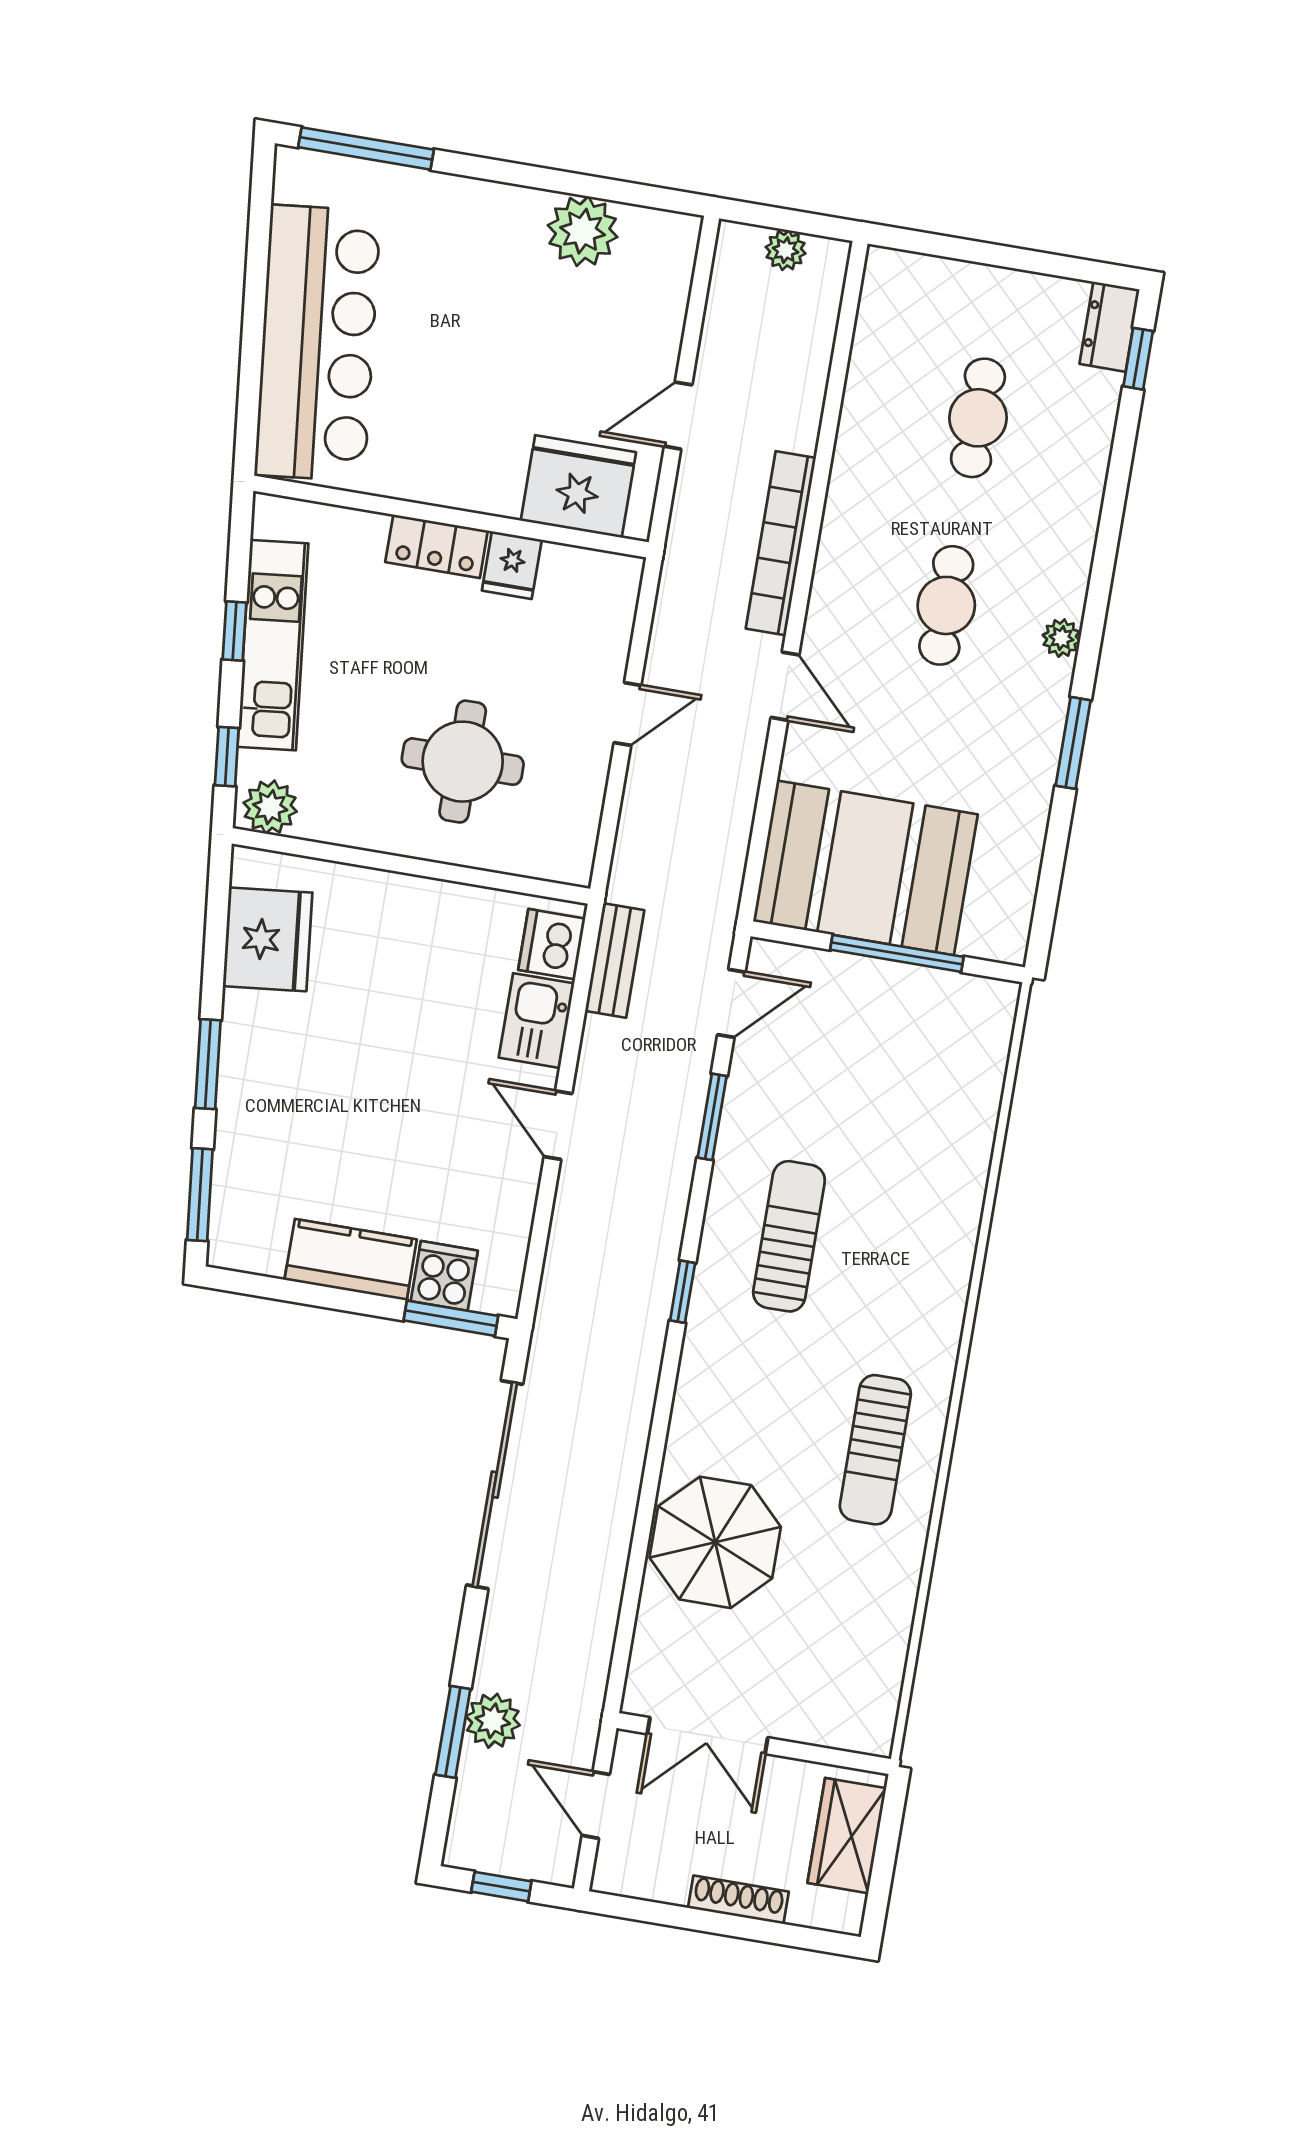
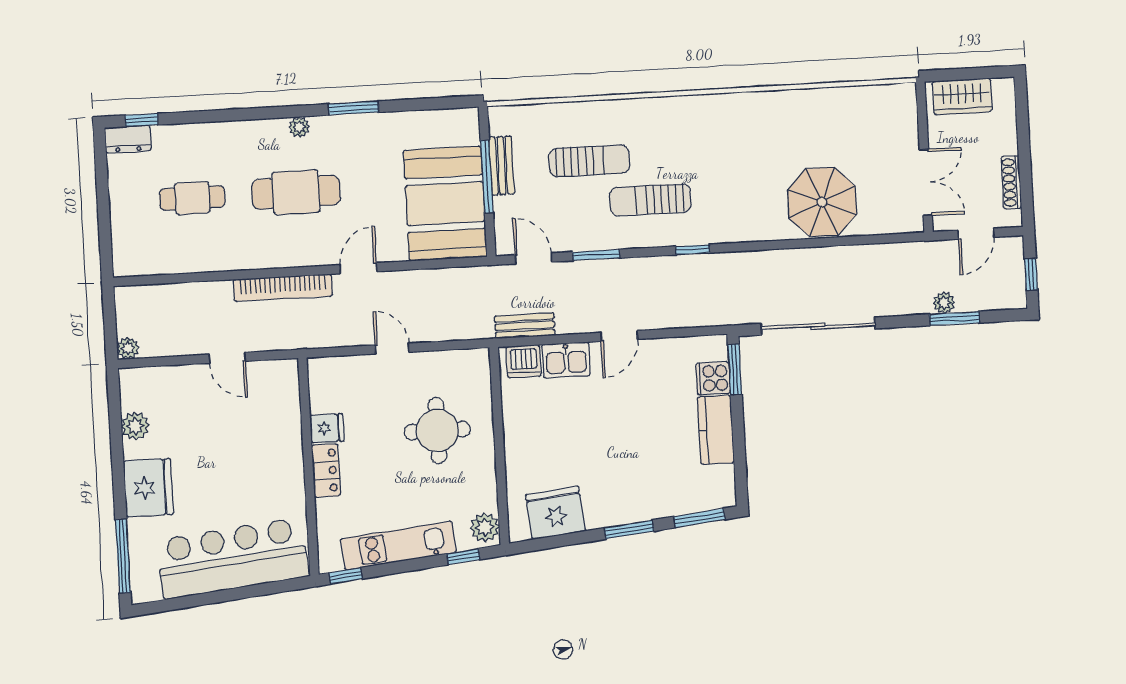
plant: (583, 231) -> (135, 426), width x0.73, depth x0.73
plant: (786, 250) -> (128, 348), moved
fridge: (578, 486) -> (148, 488), moved, turned 180
cafe table: (946, 605) -> (296, 192), width x1.37, depth x1.35
window: (235, 631) -> (346, 576), moved
bench: (910, 984) -> (502, 166), added
sun lounger: (875, 1450) -> (589, 161), moved
plant: (493, 1721) -> (944, 303), width x0.73, depth x0.73
shoe rack: (738, 1900) -> (1011, 182), moved

